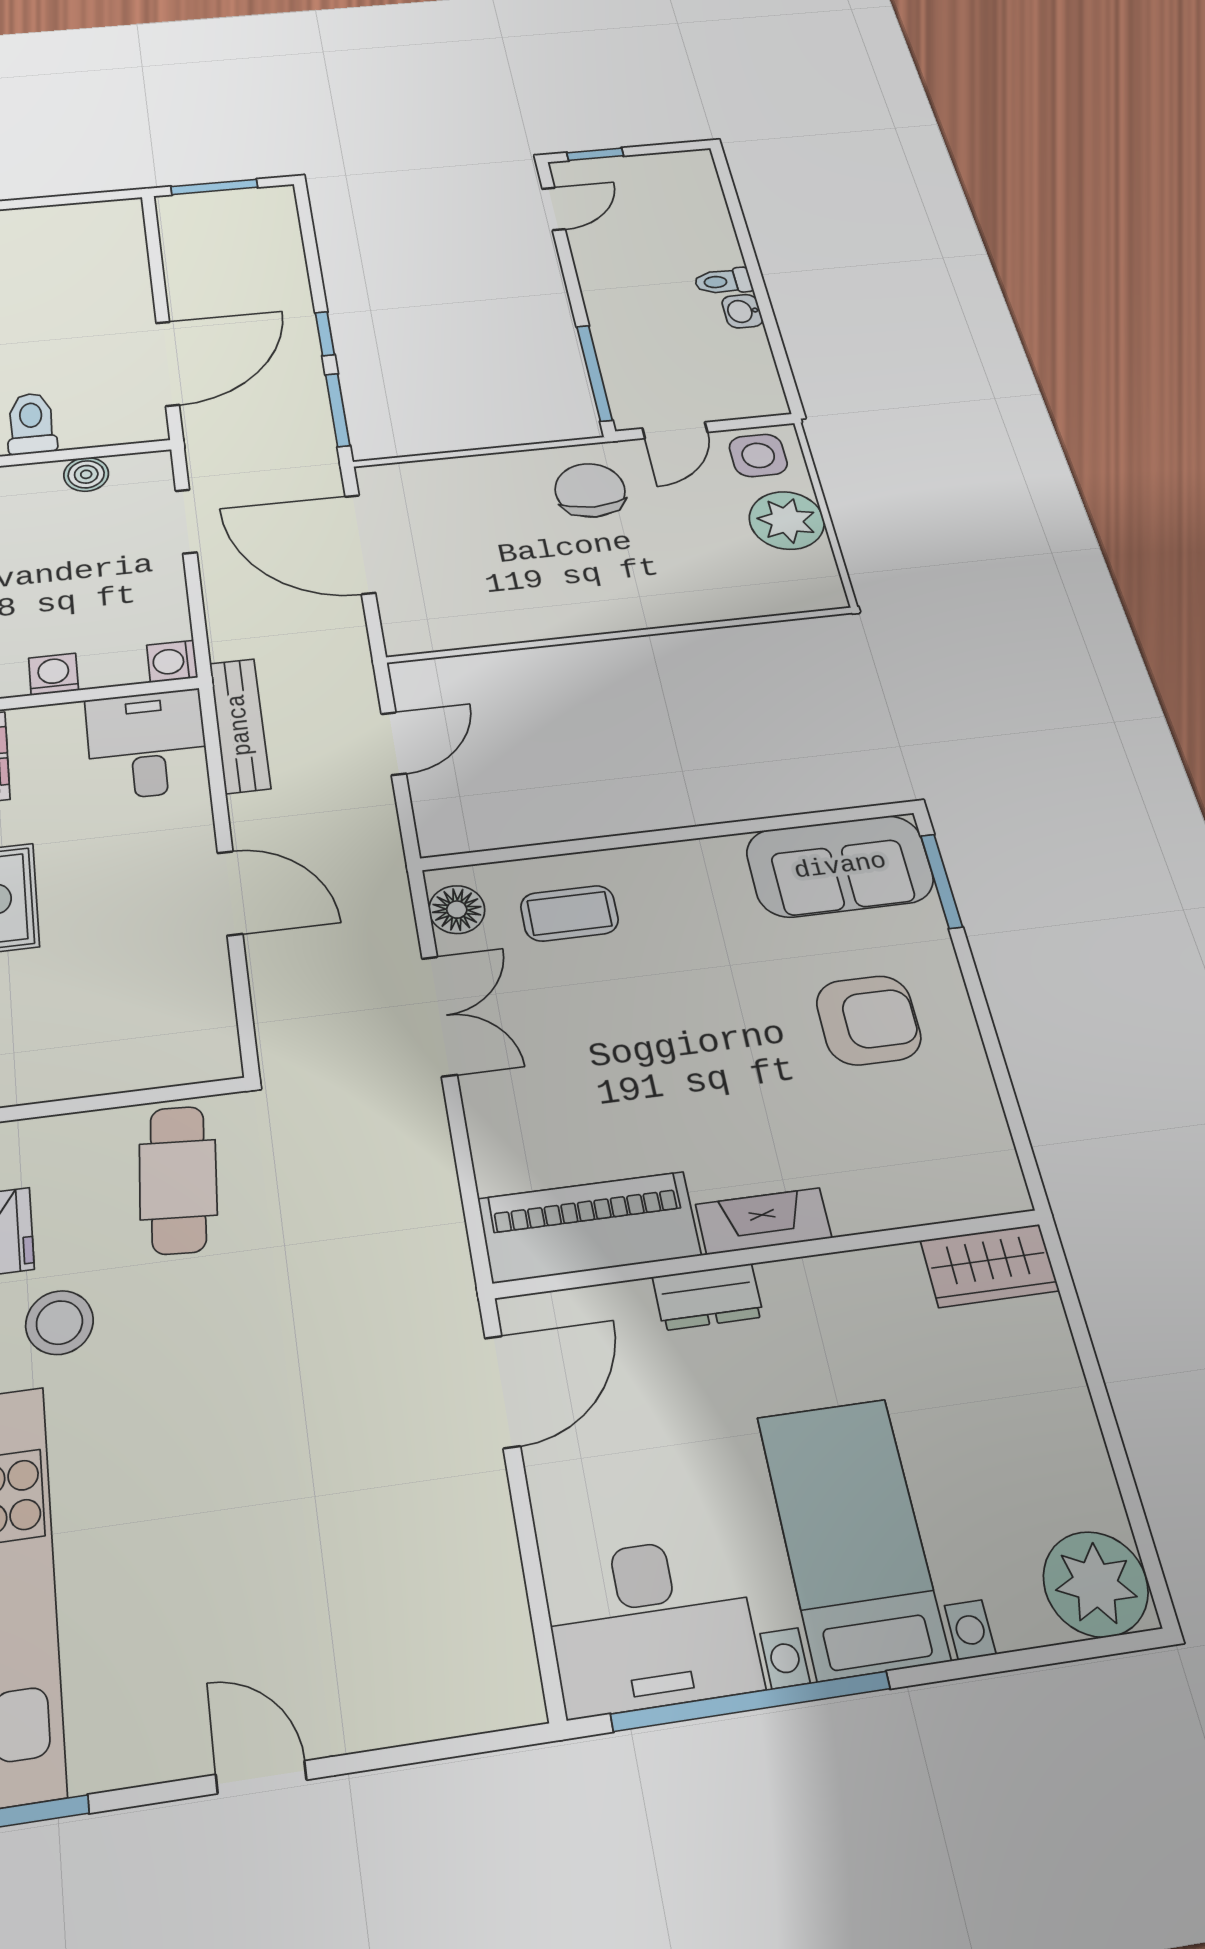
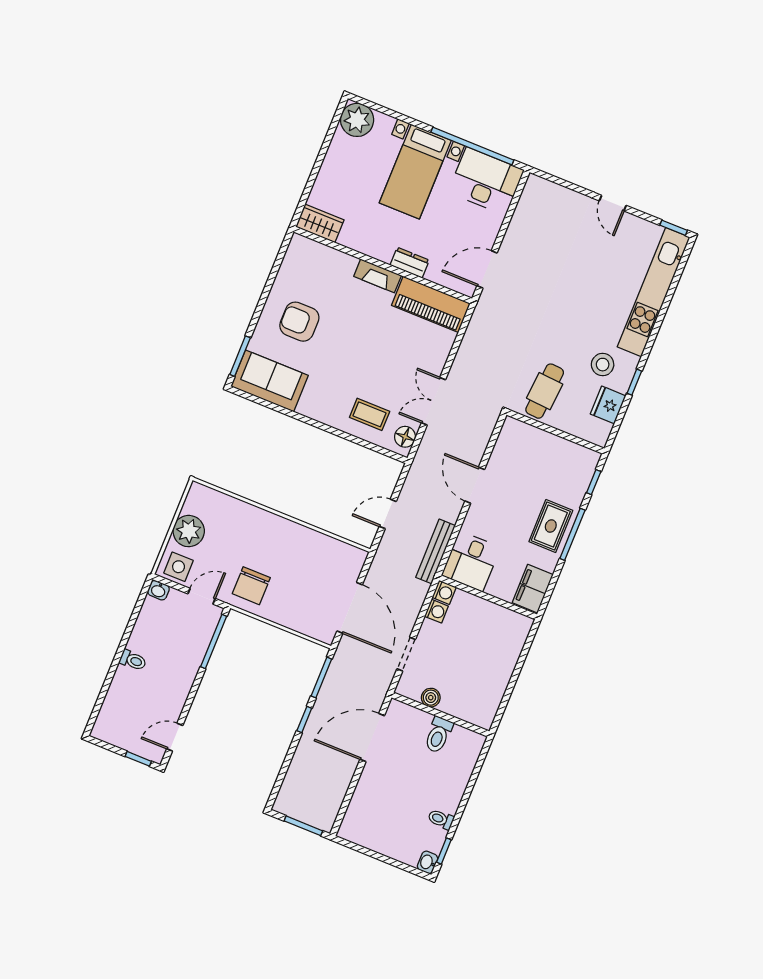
washbasin: (742, 311) -> (158, 590), moved, turned 90
washing machine: (54, 674) -> (436, 611), moved, turned -90

